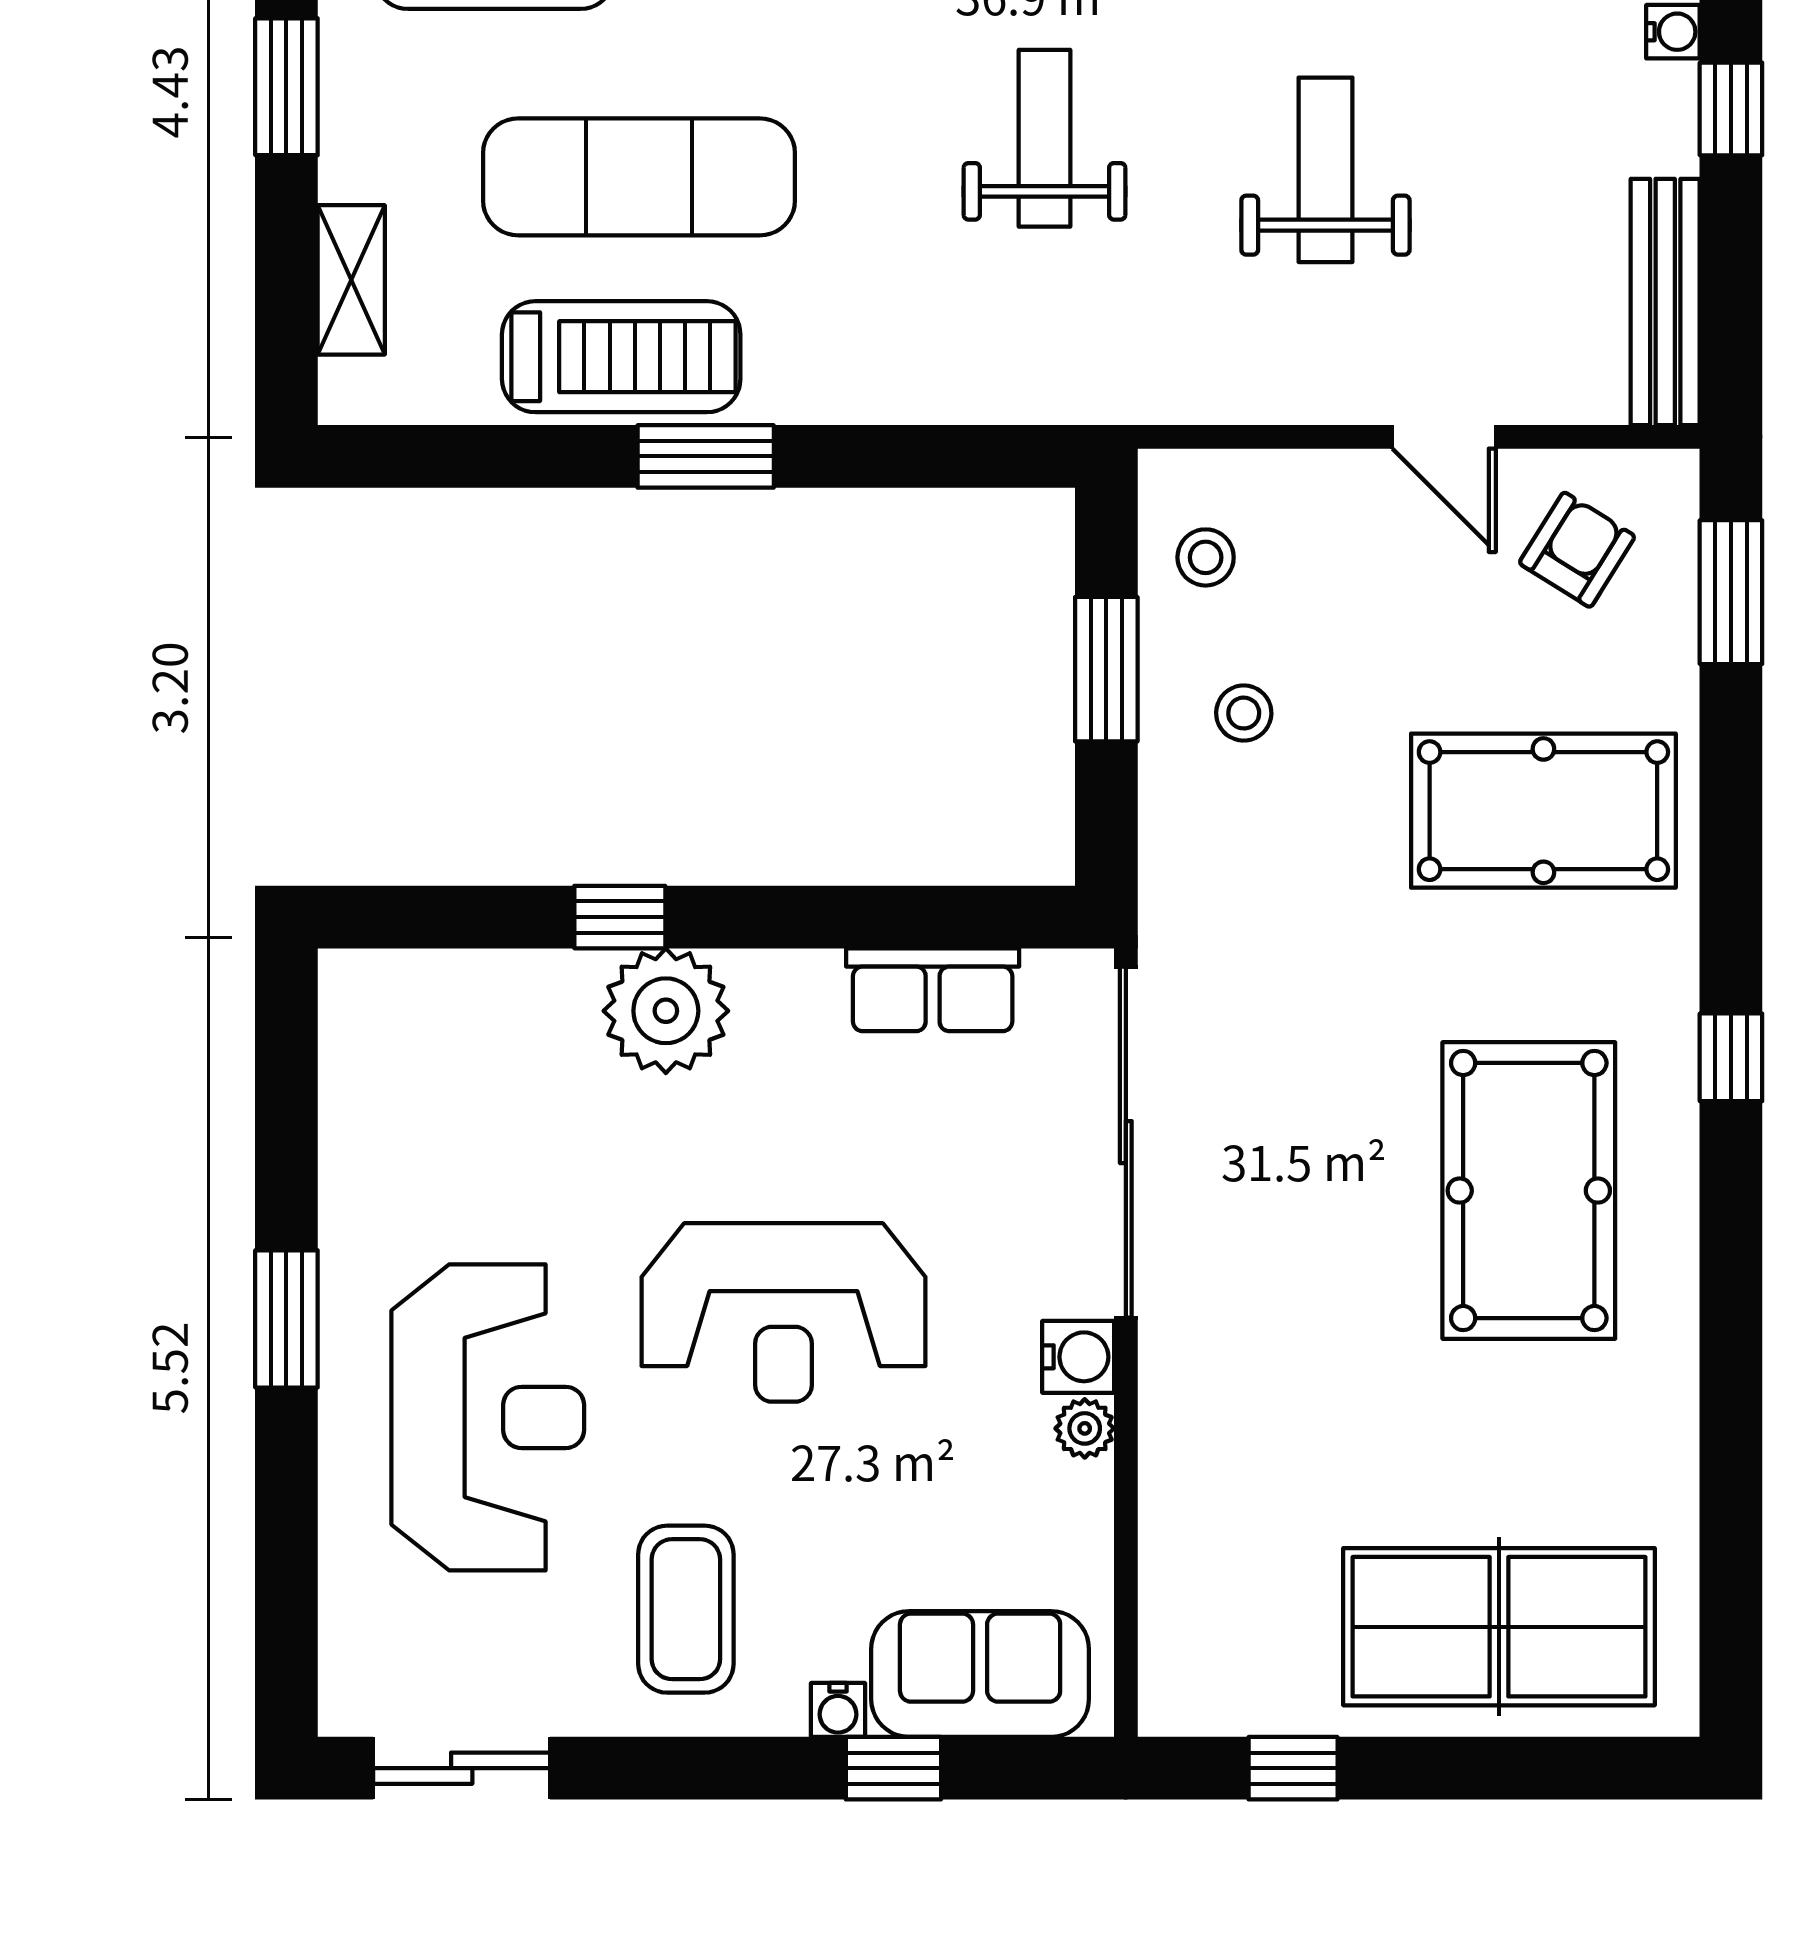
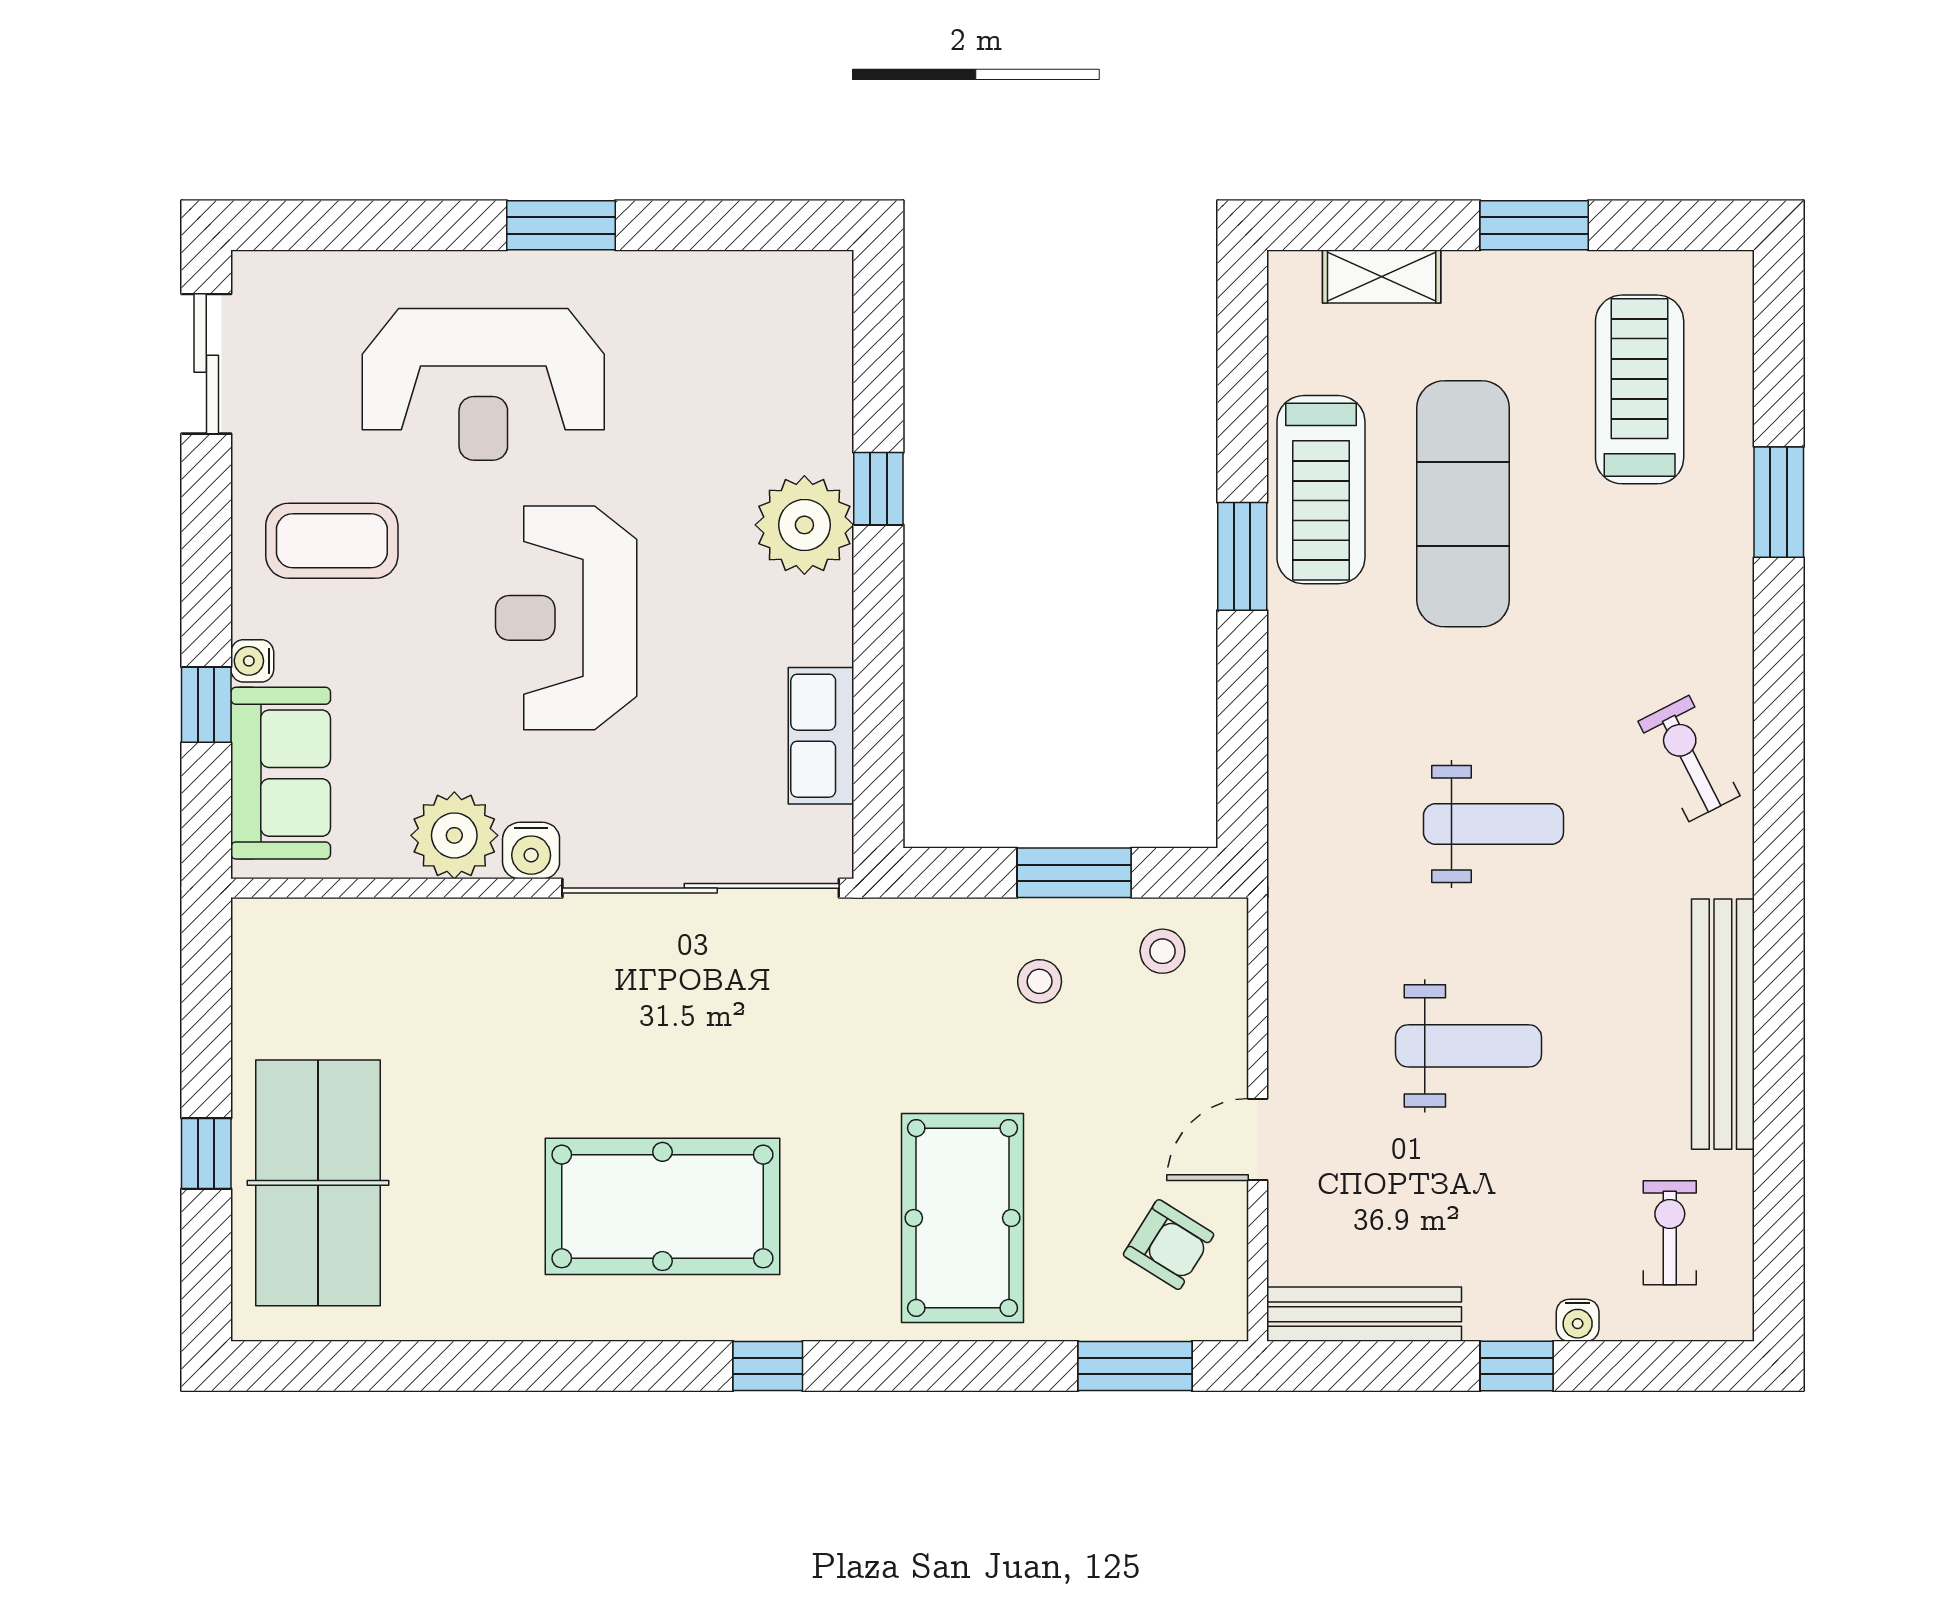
plant: (1085, 1428) -> (454, 835), width x1.88, depth x1.88
window: (1293, 1768) -> (206, 1154), moved

